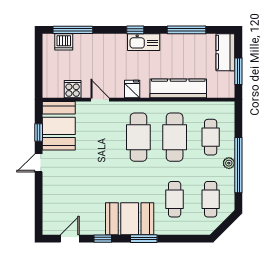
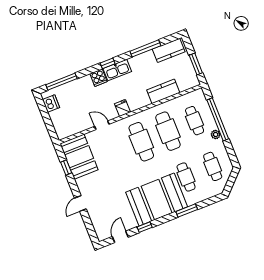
dishwasher: (64, 42) -> (51, 104), moved, turned -90
kitchen counter: (225, 52) -> (169, 50), moved, turned -90
kitchen counter: (178, 88) -> (163, 91), width x0.67
cooker: (73, 89) -> (98, 78), moved, turned 180
door: (39, 163) -> (80, 203), moved
window: (238, 165) -> (218, 119), moved
booth: (130, 219) -> (157, 200), width x1.36, depth x1.42
window: (144, 239) -> (187, 210), moved

